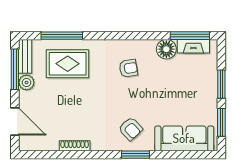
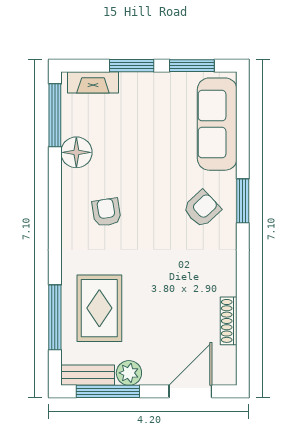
fireplace: (193, 46) -> (93, 82), moved, turned 90
shoe rack: (75, 146) -> (229, 321), moved

